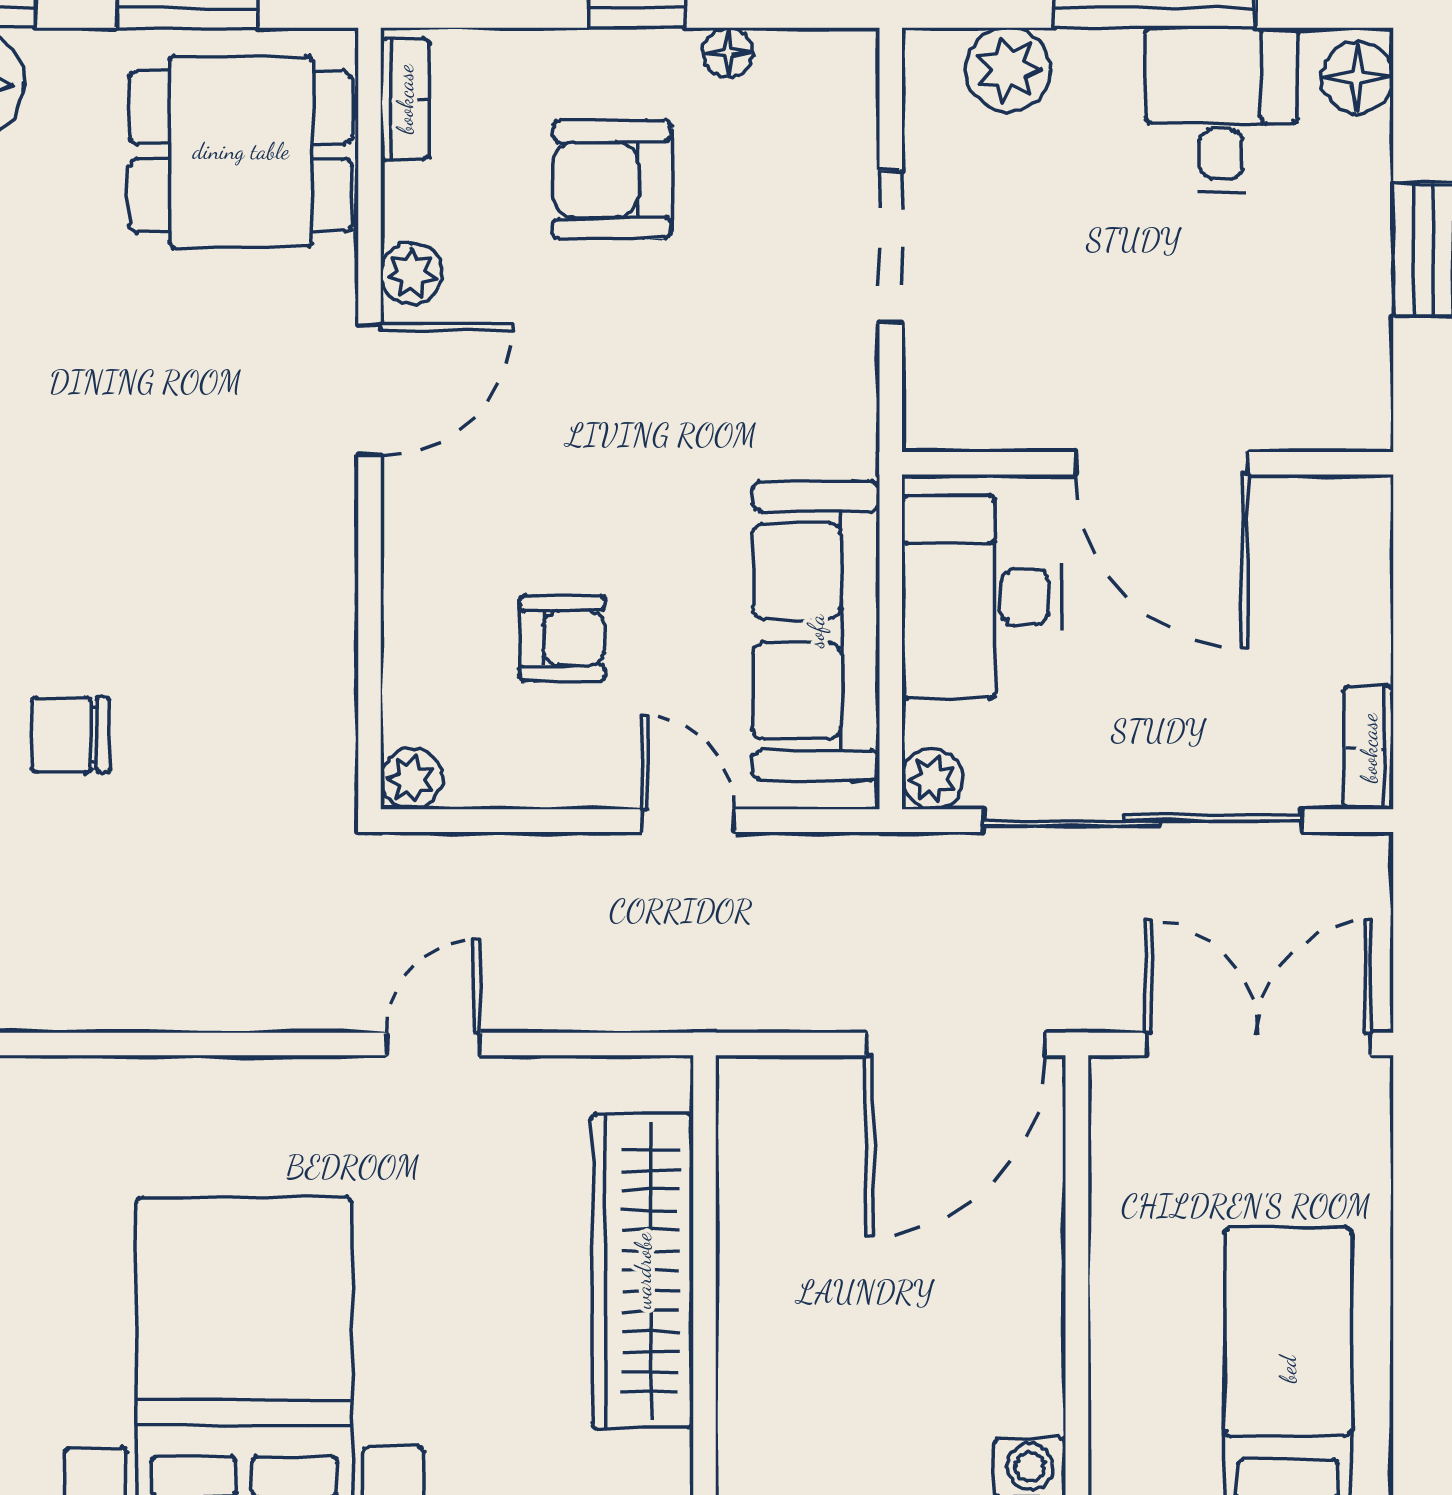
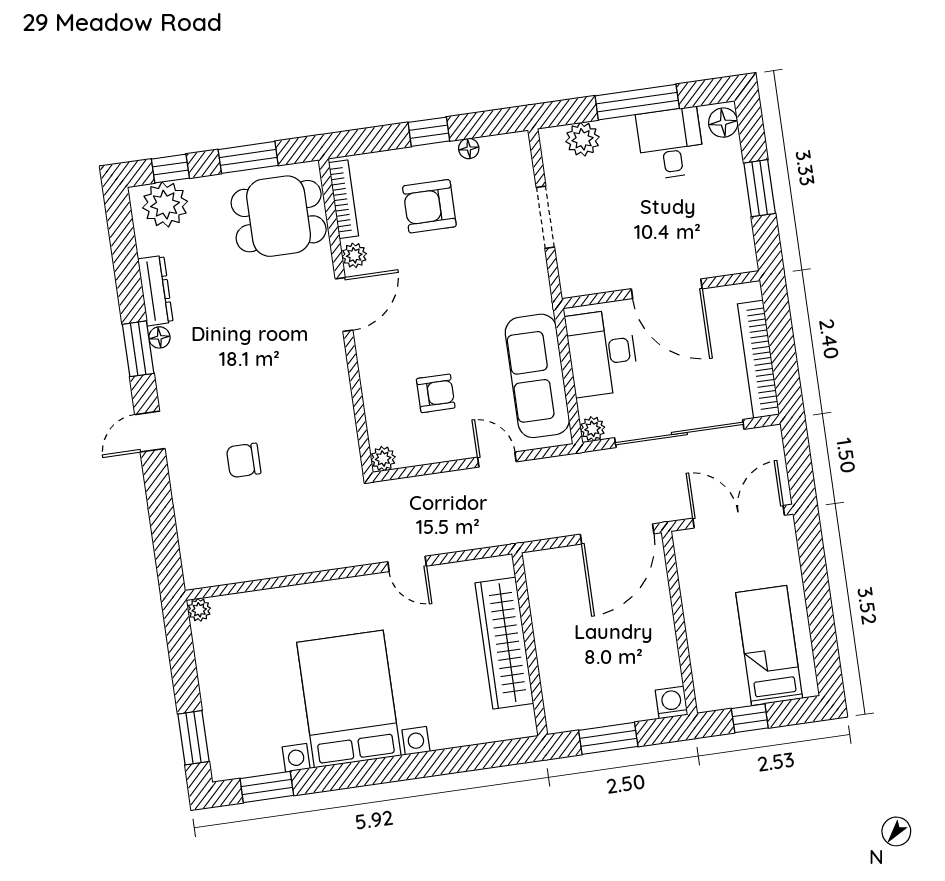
bookcase: (405, 99) -> (344, 199), width x1.56
bookcase: (1369, 748) -> (758, 359), width x2.31, depth x1.31
door: (433, 1044) -> (407, 564), swing flipped

